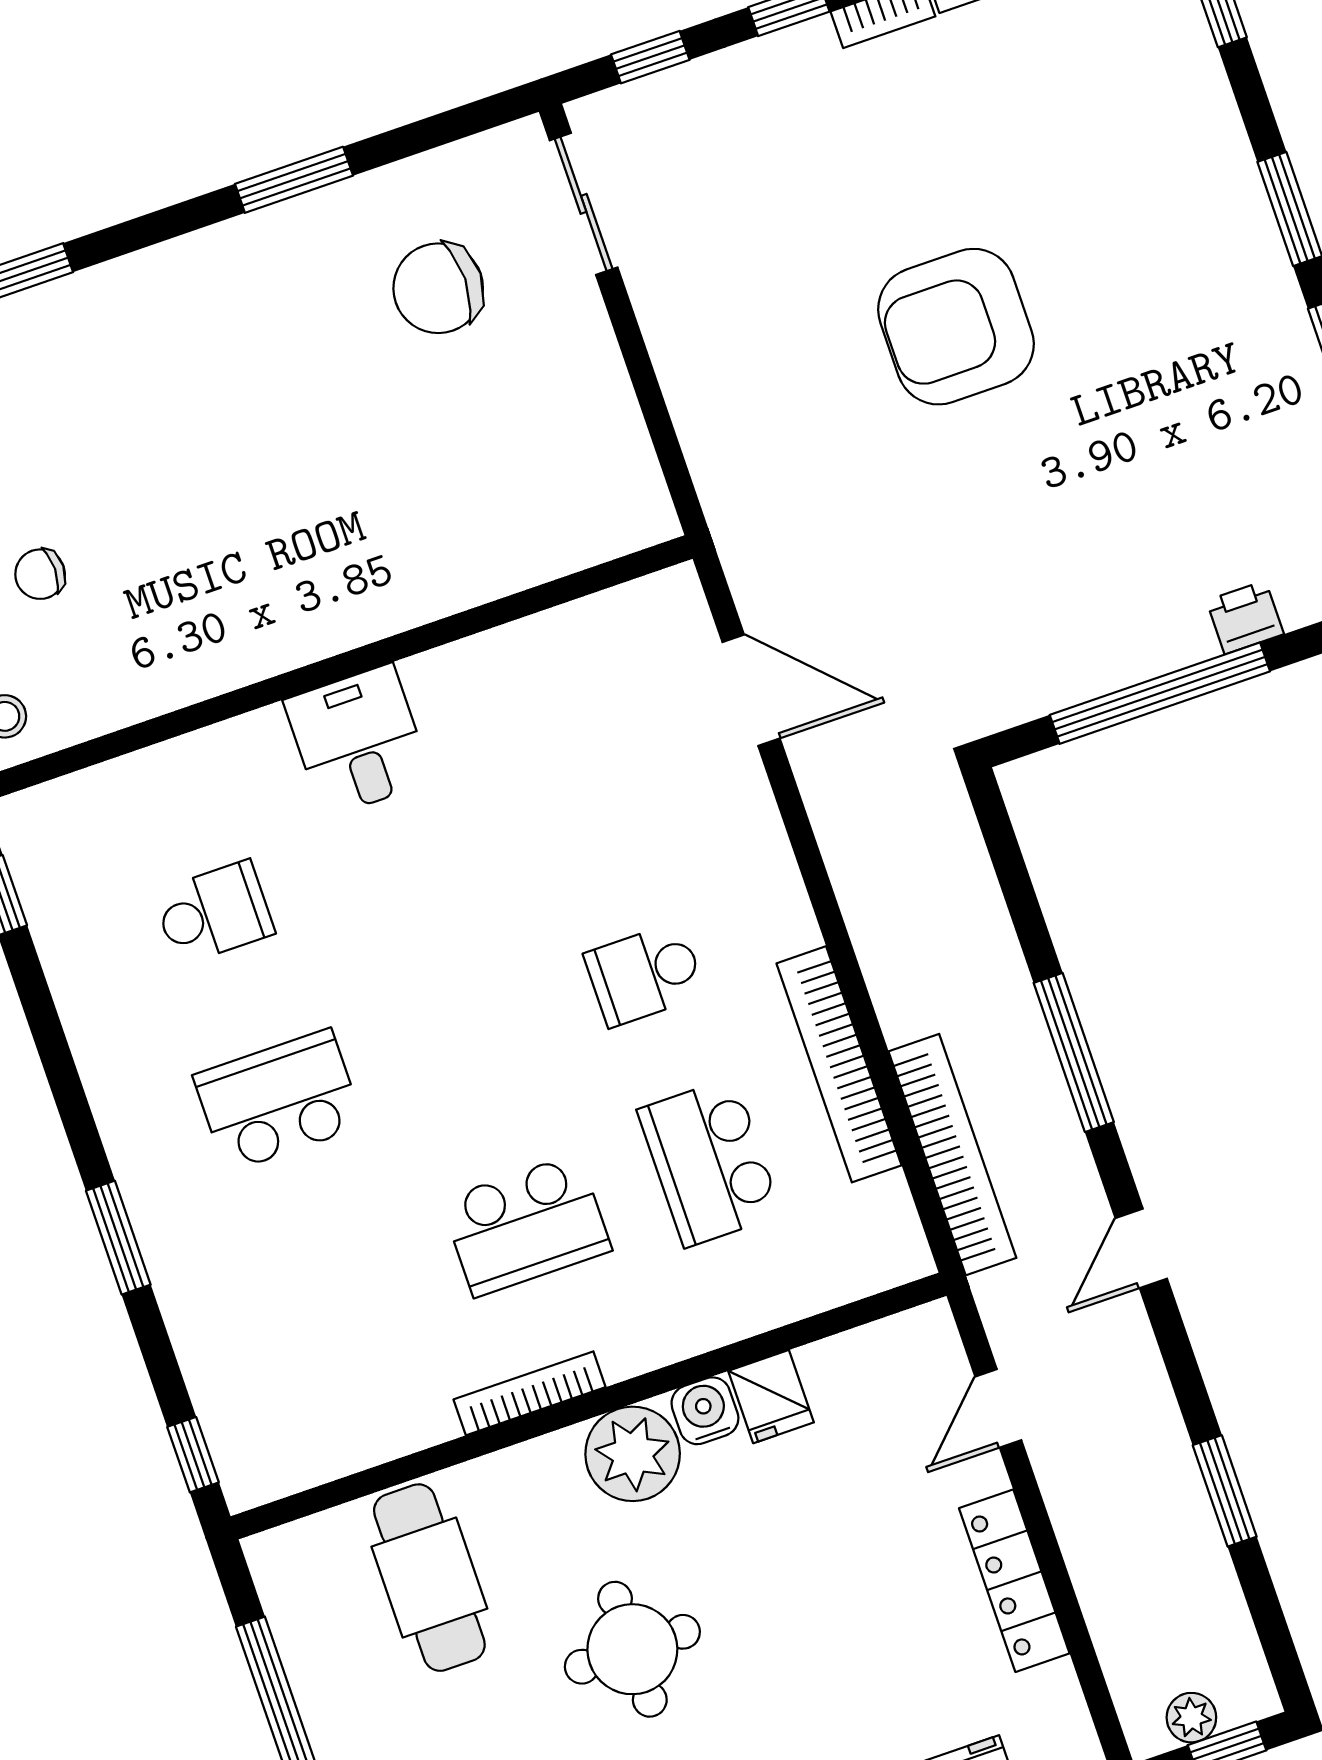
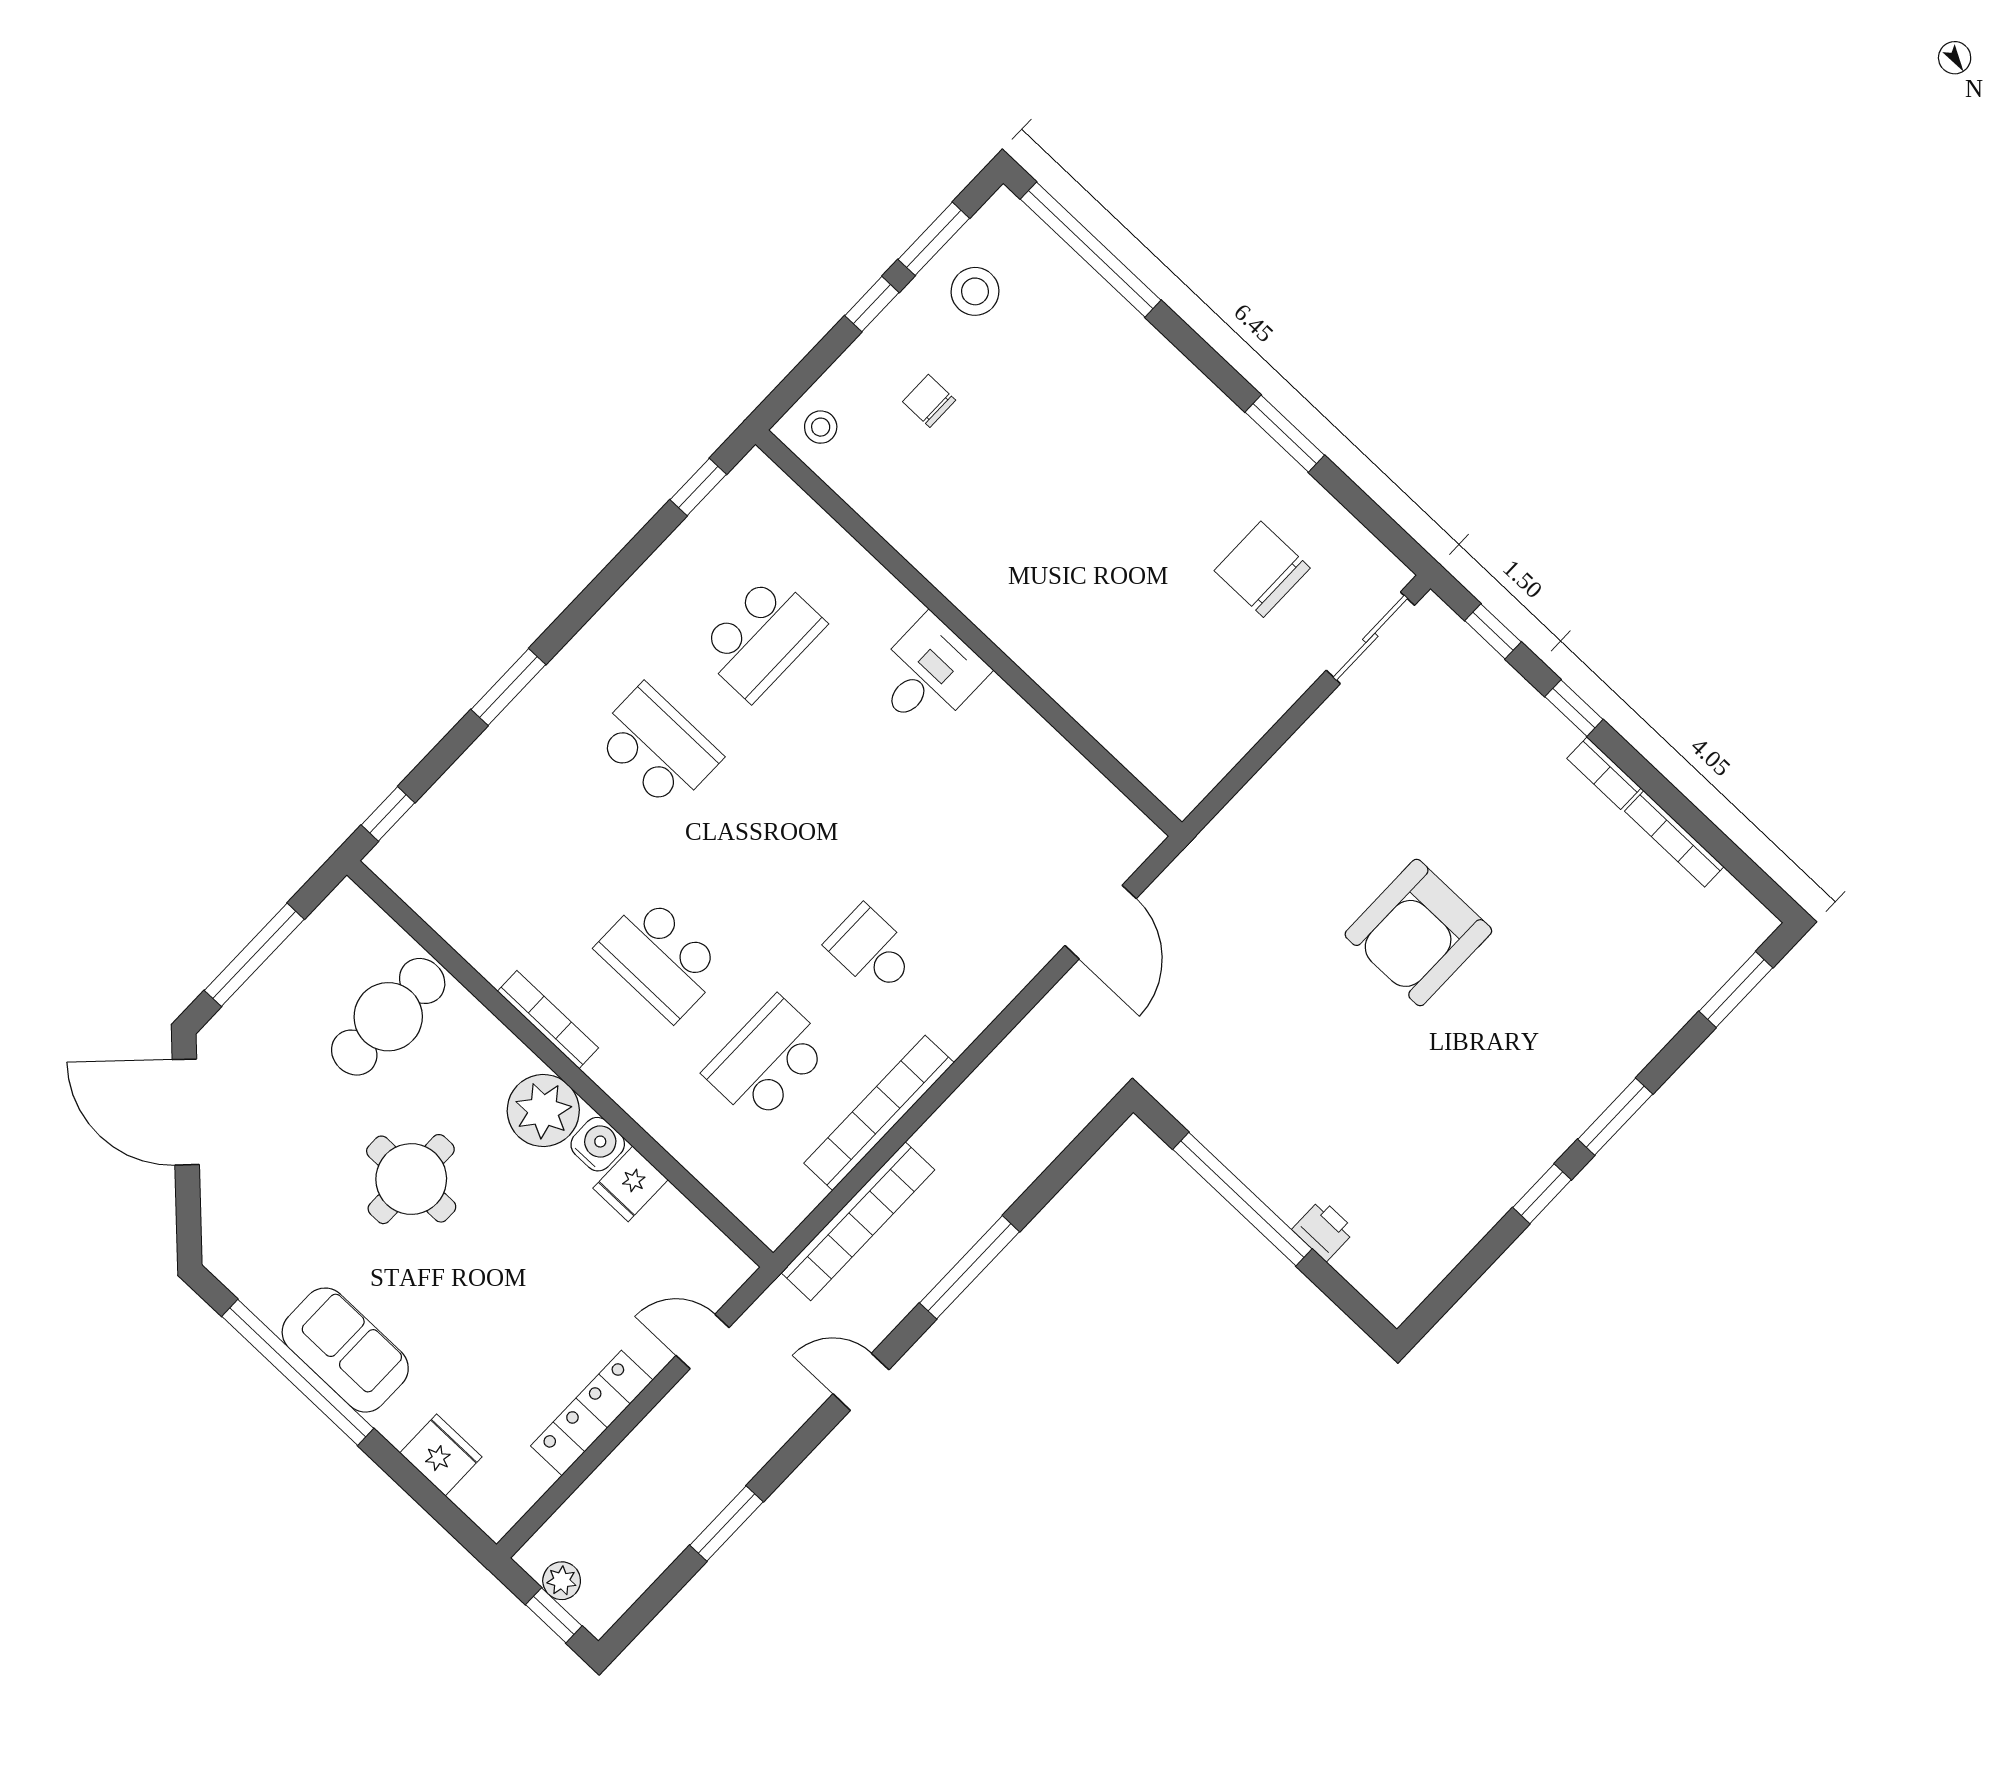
armchair: (956, 327) -> (1418, 933), turned -90
school desk: (214, 913) -> (761, 637), width x1.85

